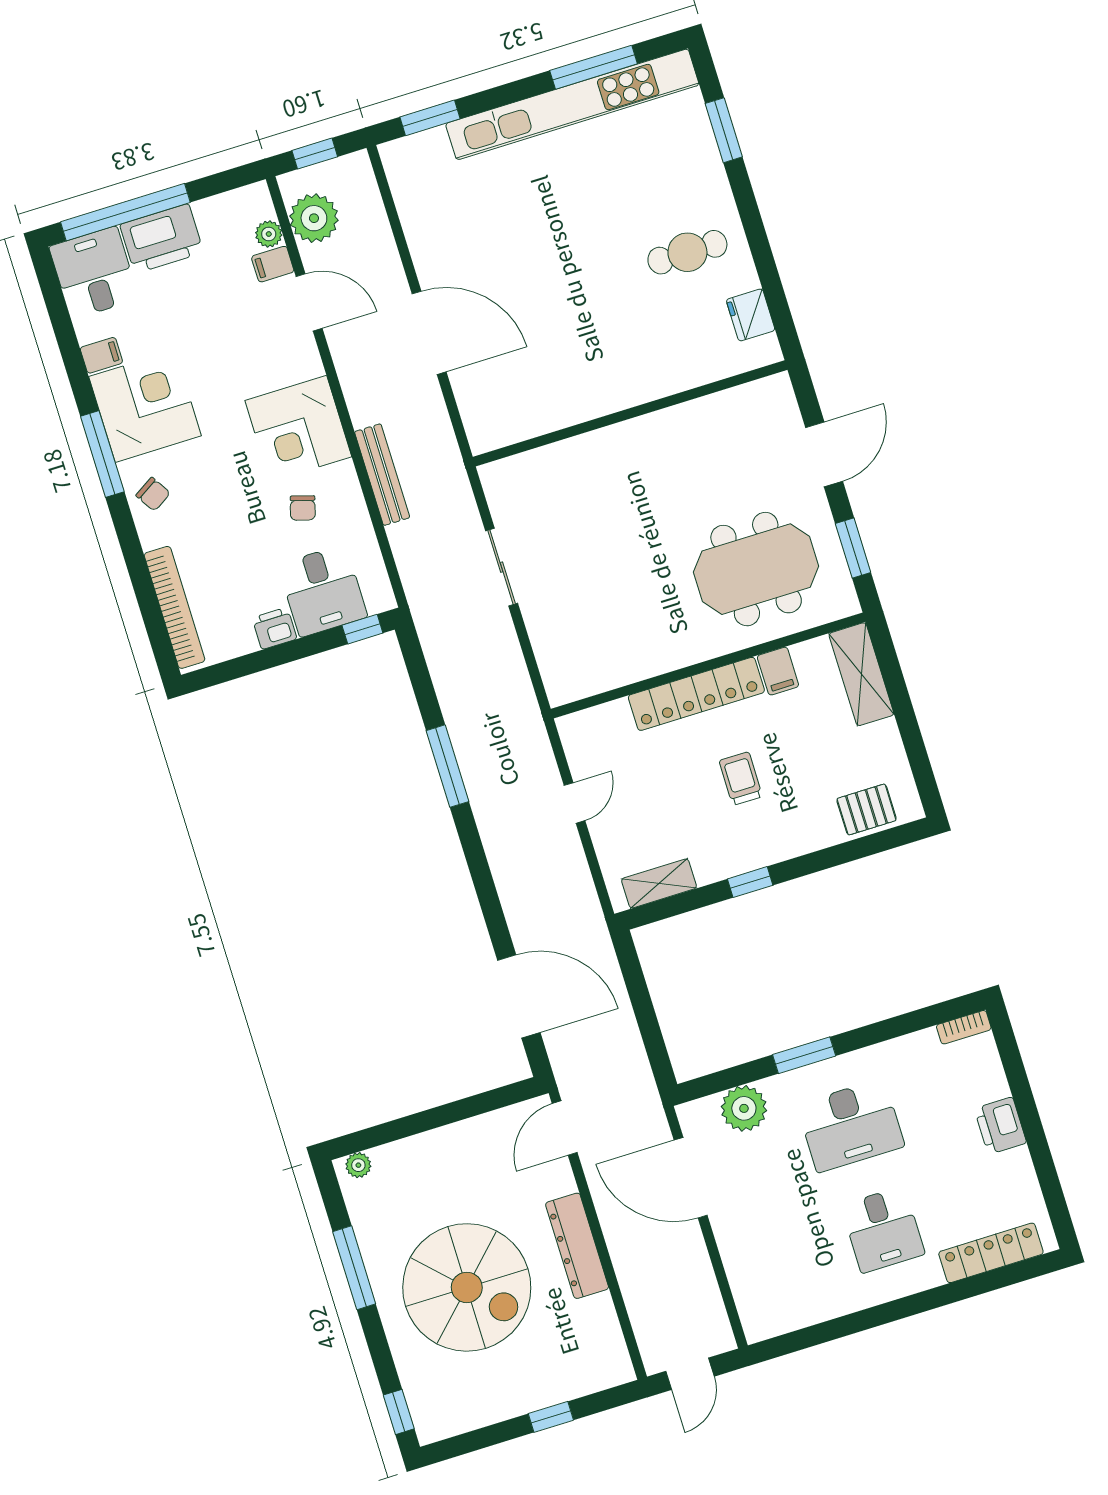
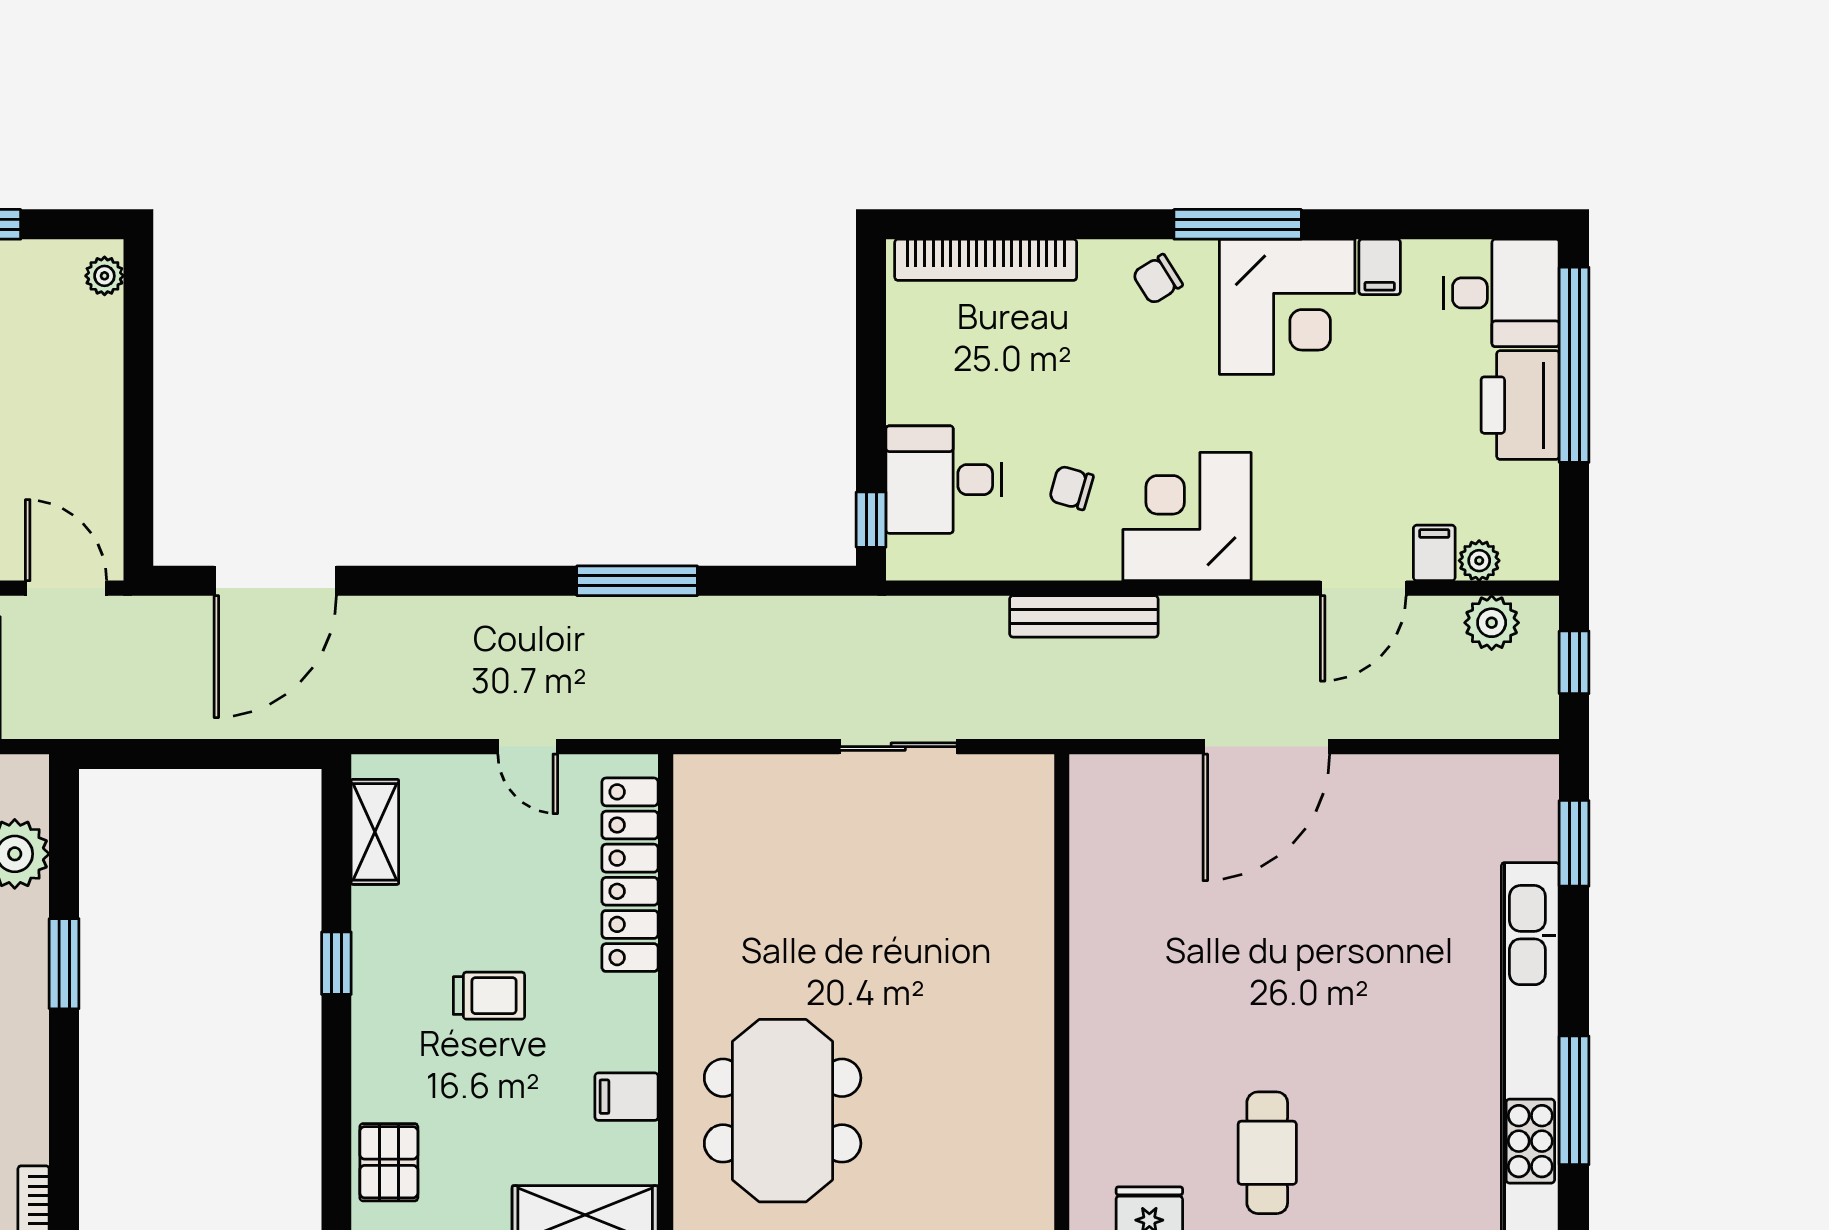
plant: (314, 218) -> (1492, 623), width x0.73, depth x0.73
printer: (275, 628) -> (911, 394), removed
locker: (696, 694) -> (630, 875), moved

